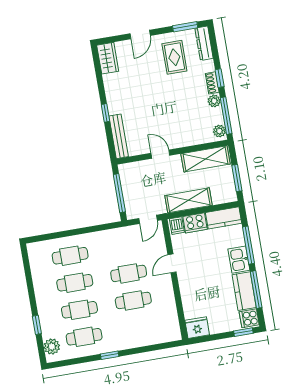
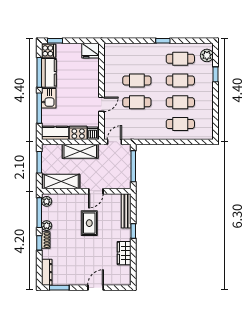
rug: (174, 57) -> (89, 223), moved
wardrobe: (108, 58) -> (124, 253), moved
door: (160, 154) -> (96, 191), hinge flipped

